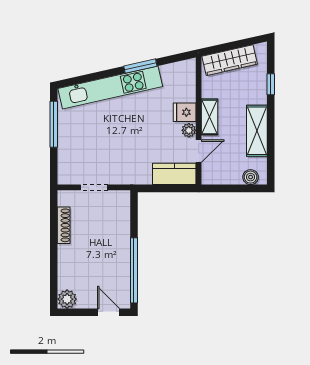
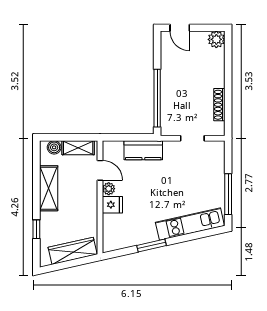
kitchen unit: (110, 87) -> (190, 224), width x0.73
shelving: (210, 117) -> (78, 148), moved, turned 90
door: (199, 151) -> (100, 170), swing flipped
kitchen counter: (174, 174) -> (143, 150), moved
window: (134, 270) -> (157, 98), moved

